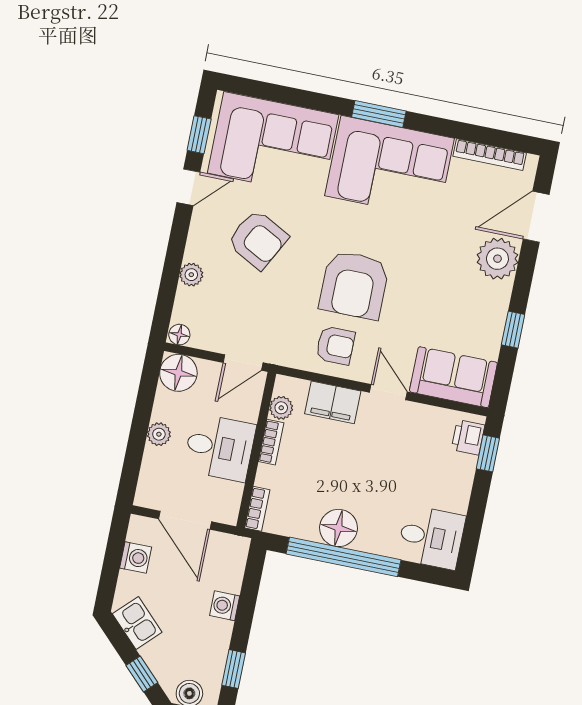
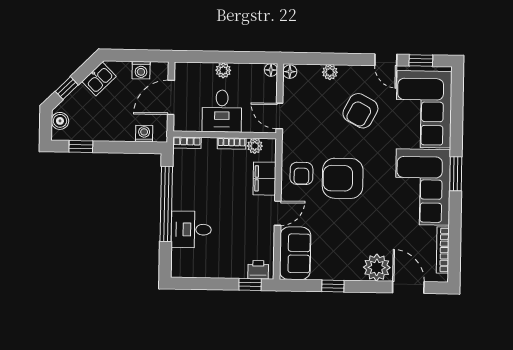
floor lamp: (178, 373) -> (271, 70), width x0.53, depth x0.53
floor lamp: (338, 528) -> (184, 197), removed
desk: (431, 537) -> (191, 229), moved, turned 90
washing machine: (225, 606) -> (144, 134), moved

